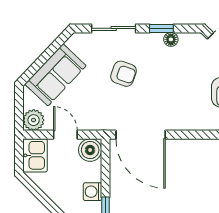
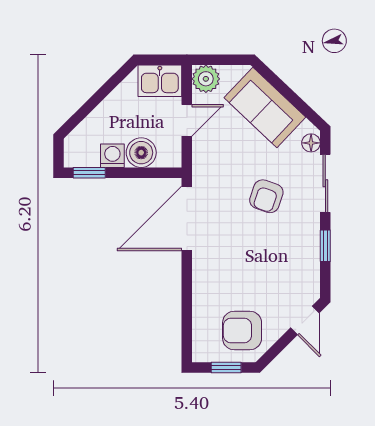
floor lamp: (171, 39) -> (311, 143), moved
boiler: (90, 150) -> (141, 153), moved

